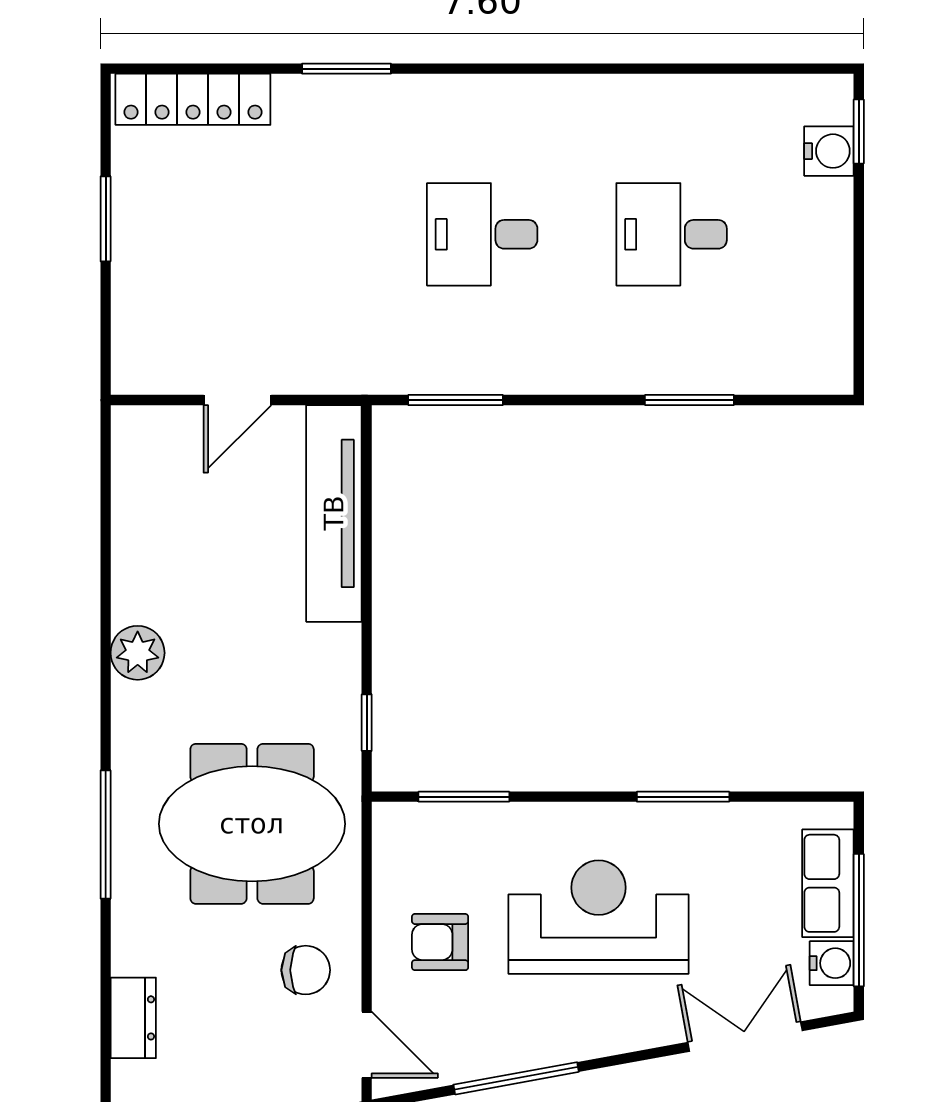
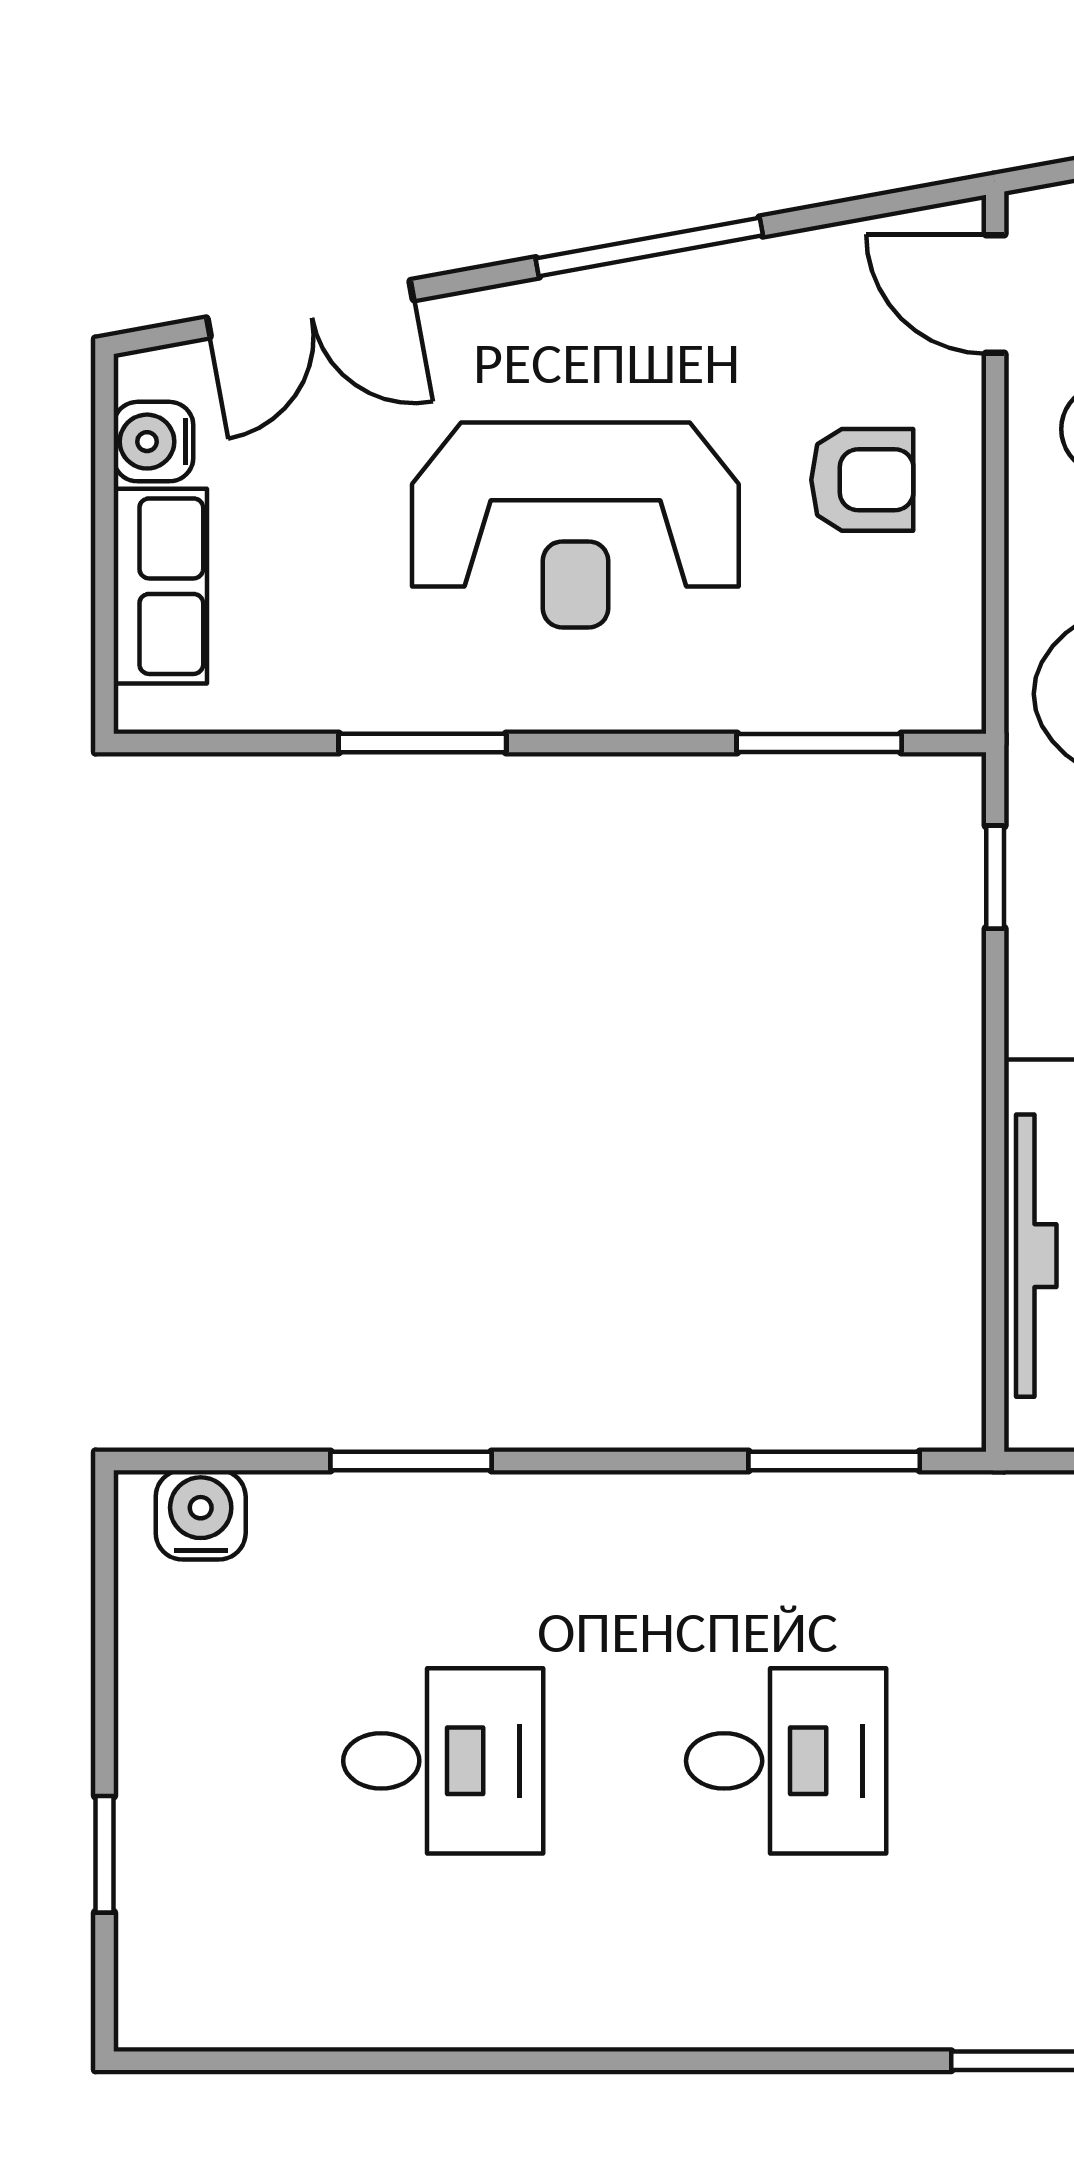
window: (859, 132) -> (104, 1854), moved
water cooler: (829, 151) -> (201, 1515), moved, turned 90
window: (859, 920) -> (104, 519), removed
window: (516, 1078) -> (649, 247), moved

